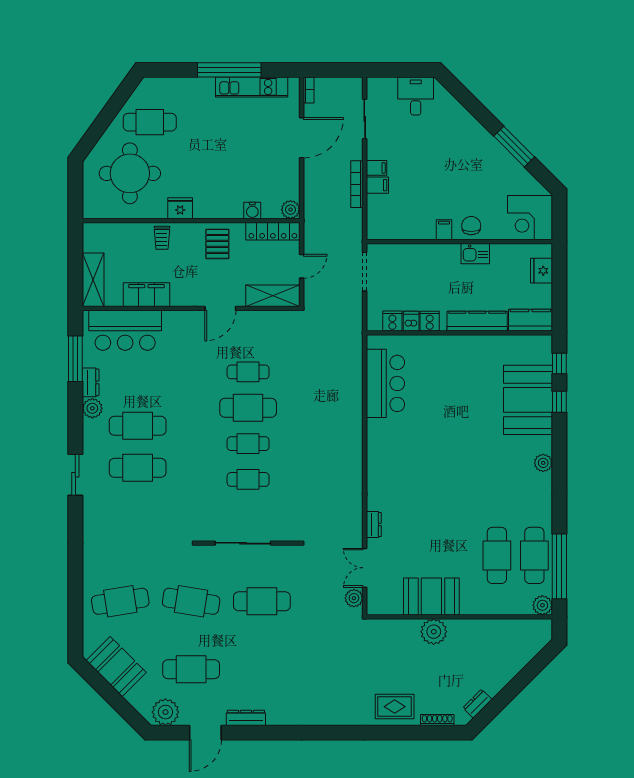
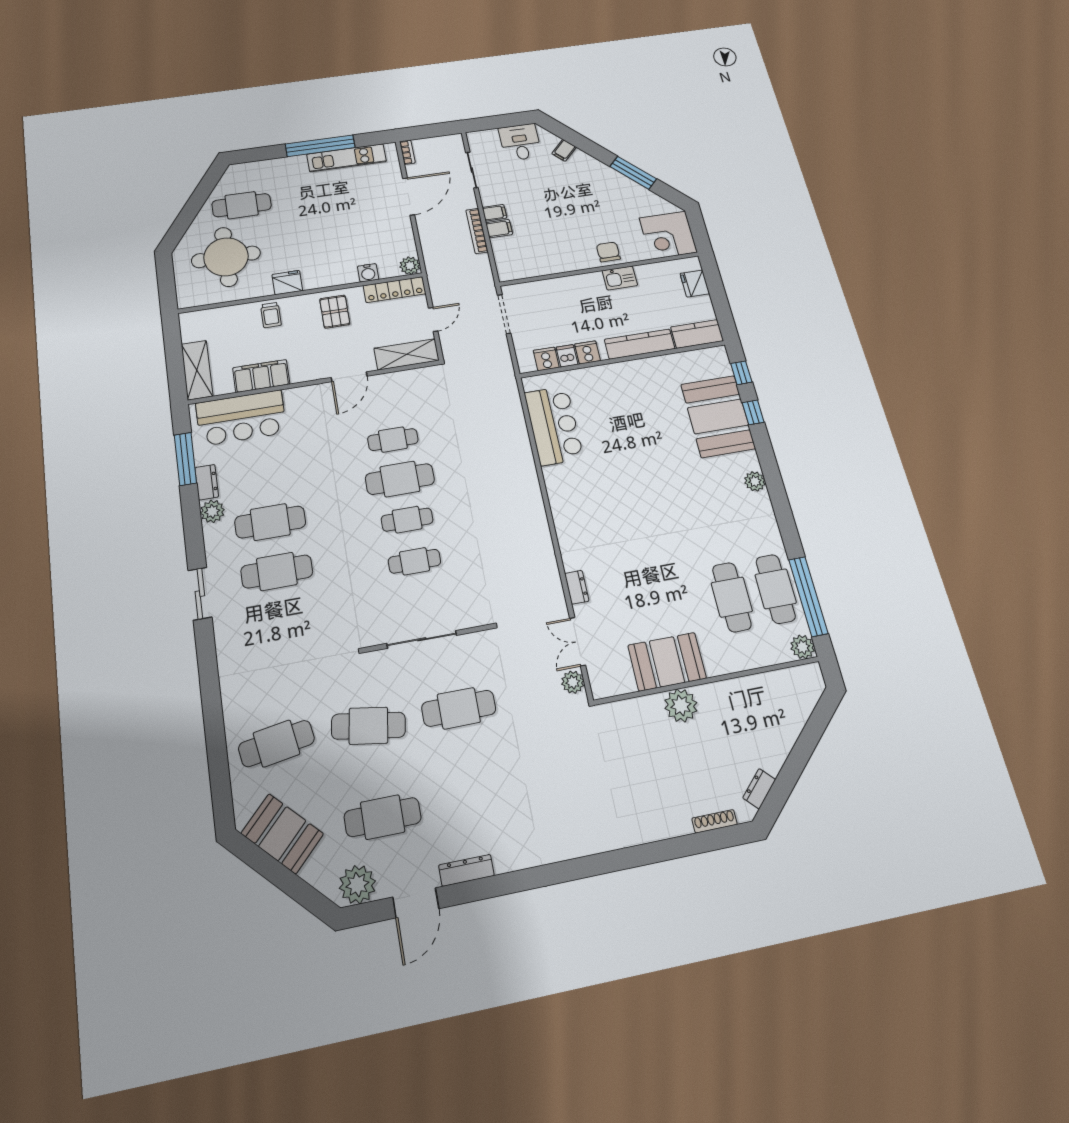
filing cabinet: (444, 230) -> (564, 150), moved, turned -135
rug: (395, 707) -> (656, 814), removed

